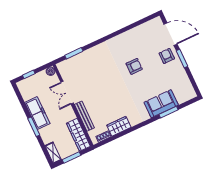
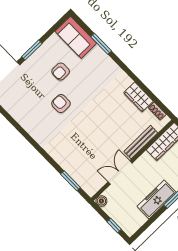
armchair: (167, 56) -> (61, 71), moved
double door: (67, 93) -> (120, 172), swing flipped
sofa: (161, 104) -> (76, 37), moved

